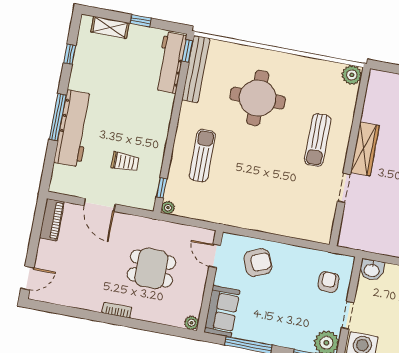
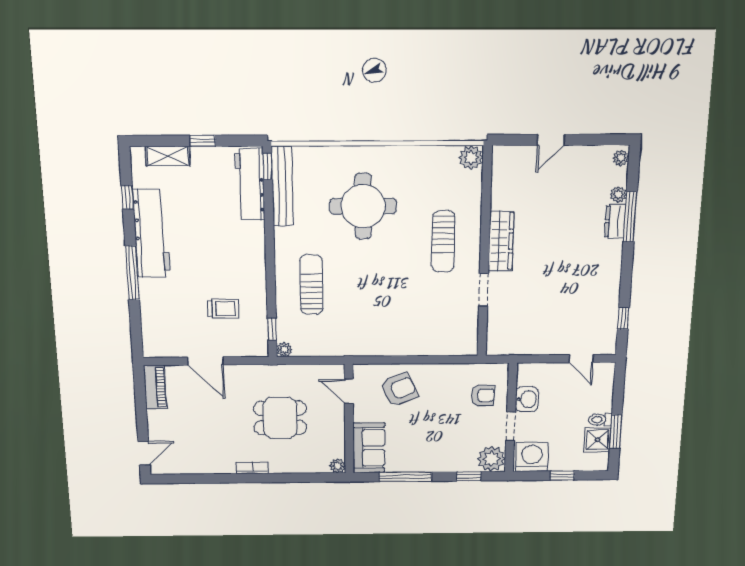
workbench: (74, 128) -> (151, 234), moved
washbasin: (372, 270) -> (527, 399), moved, turned -90
armchair: (328, 282) -> (483, 395), turned 90

